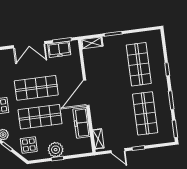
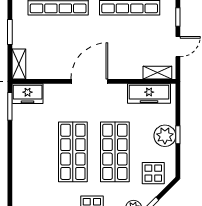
double door: (29, 45) -> (10, 154), removed
freezer: (59, 49) -> (28, 94), moved, turned 90
door: (86, 93) -> (89, 81), swing flipped
freezer: (82, 123) -> (149, 93), moved

